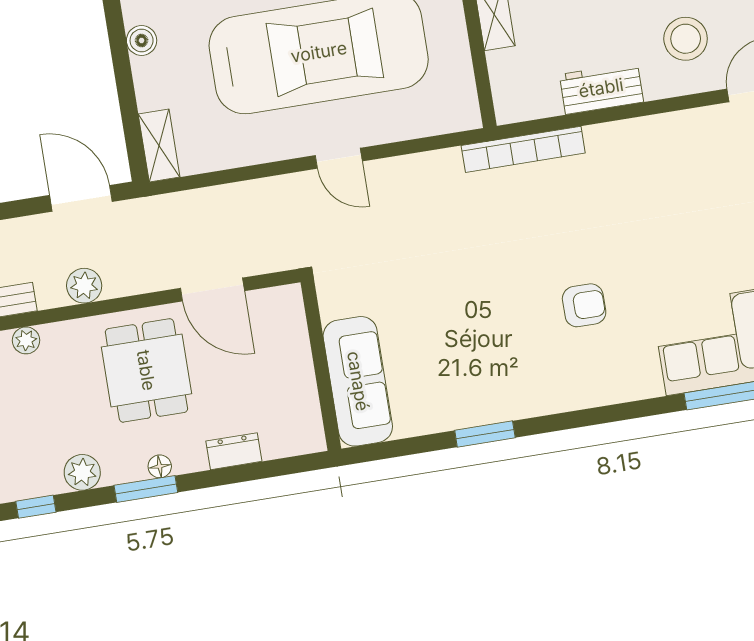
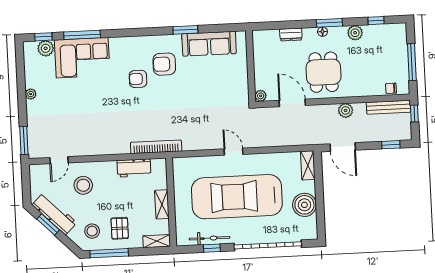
boiler: (142, 40) -> (304, 205), width x1.86, depth x1.86
workbench: (601, 88) -> (134, 168), moved
plant: (26, 340) -> (261, 96), moved
armchair: (526, 347) -> (164, 64), added
sofa: (358, 381) -> (209, 44), moved, turned -90

